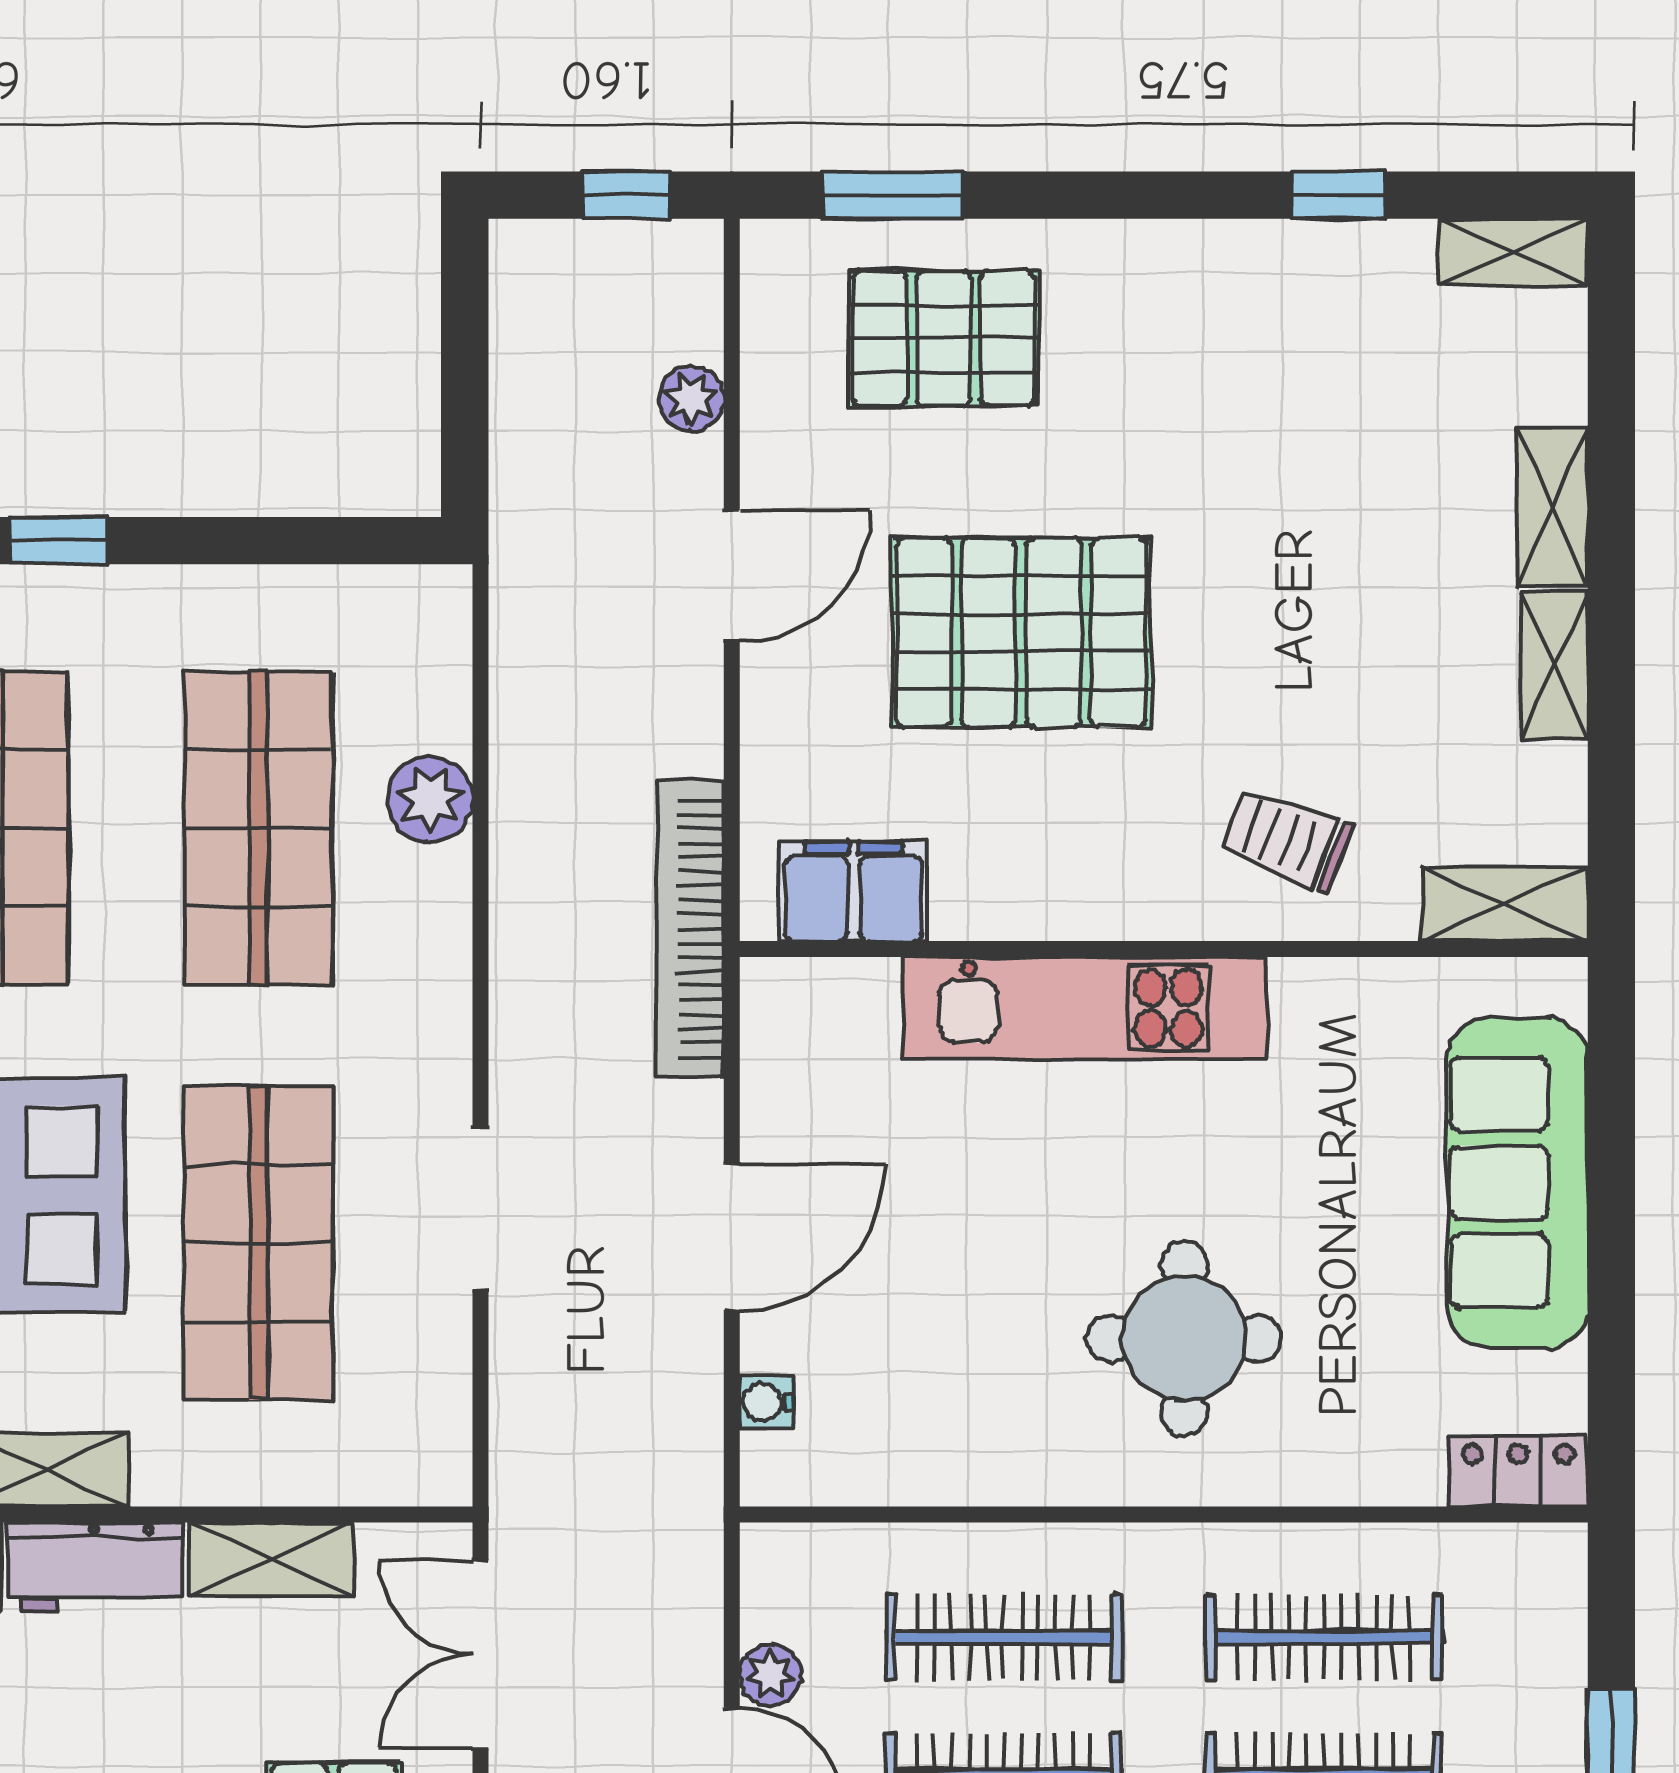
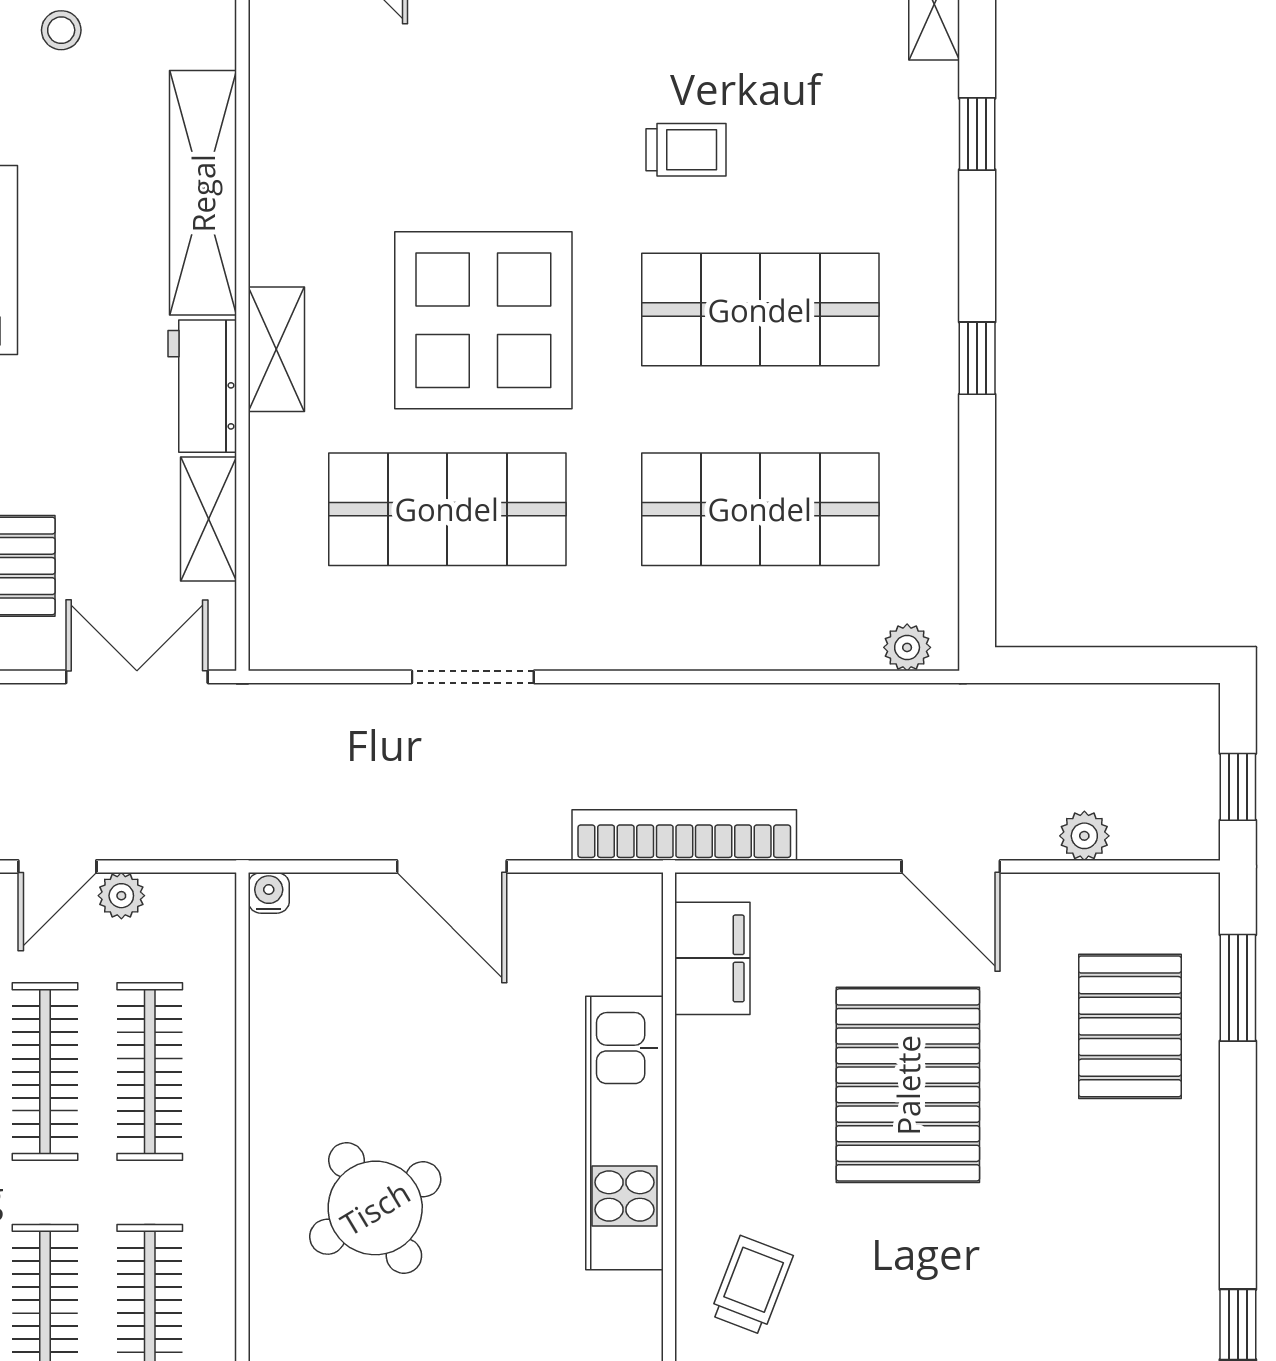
plant: (430, 799) -> (907, 647), moved, width x0.73, depth x0.73
round table: (1184, 1338) -> (375, 1208), turned -31
water cooler: (767, 1402) -> (269, 893), moved

